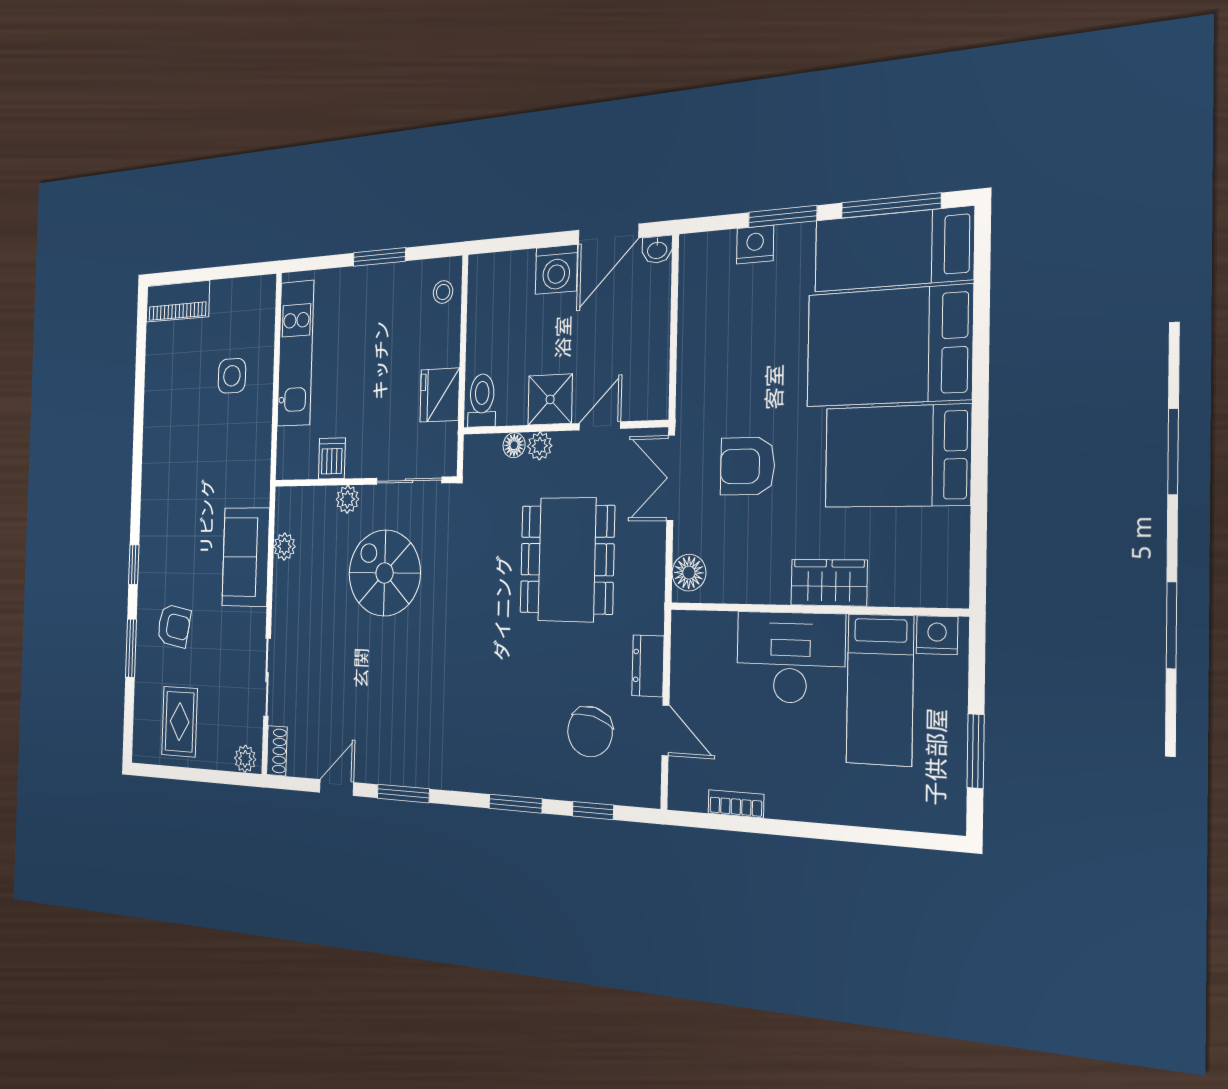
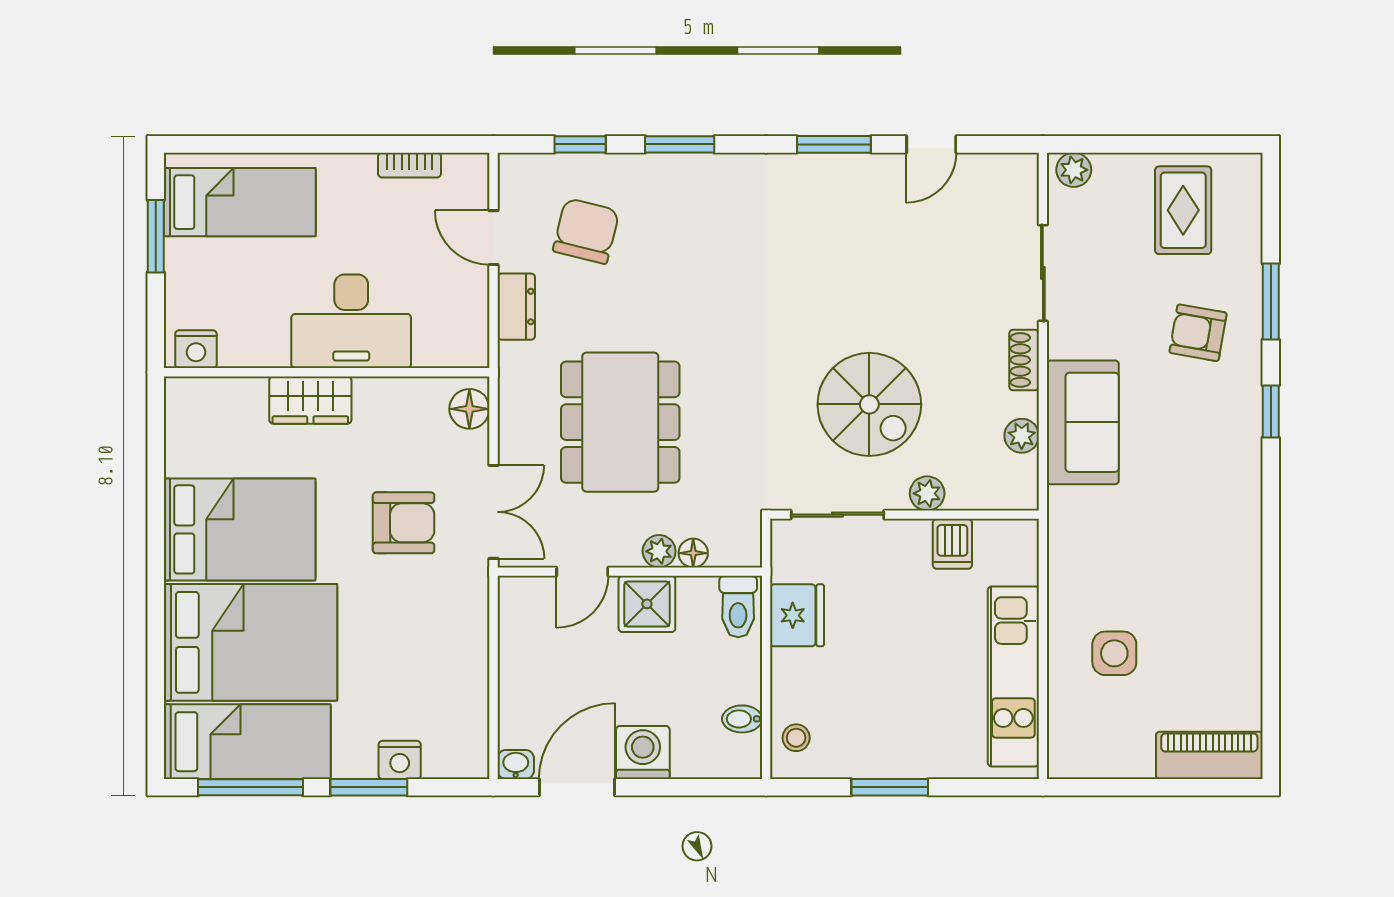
bidet: (481, 305) -> (742, 719), added
bed: (880, 690) -> (240, 202), moved, turned 90
shoe rack: (277, 751) -> (1024, 360), moved

